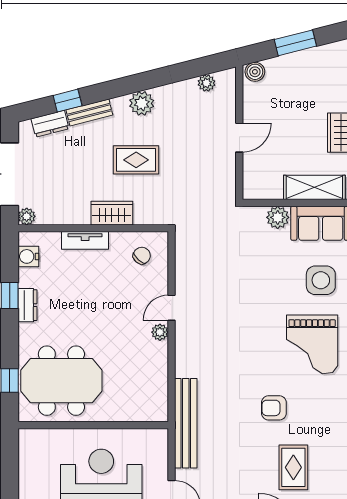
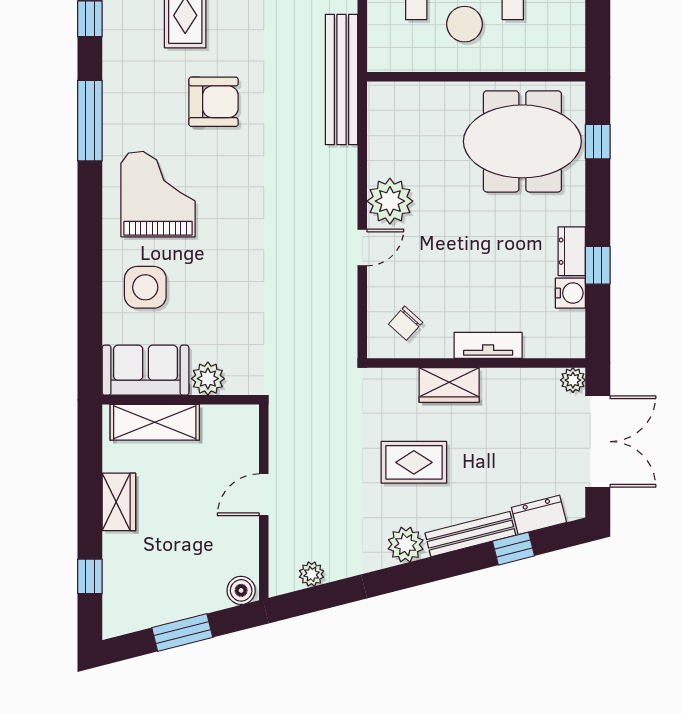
bench: (89, 112) -> (470, 534), width x1.36
water cooler: (28, 256) -> (570, 293), moved
plant: (160, 332) -> (390, 201), width x1.88, depth x1.88
armchair: (274, 408) -> (213, 102), width x1.38, depth x1.38

